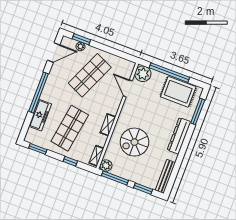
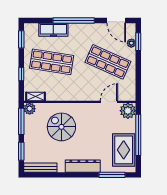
shelving: (108, 125) -> (68, 96), removed

